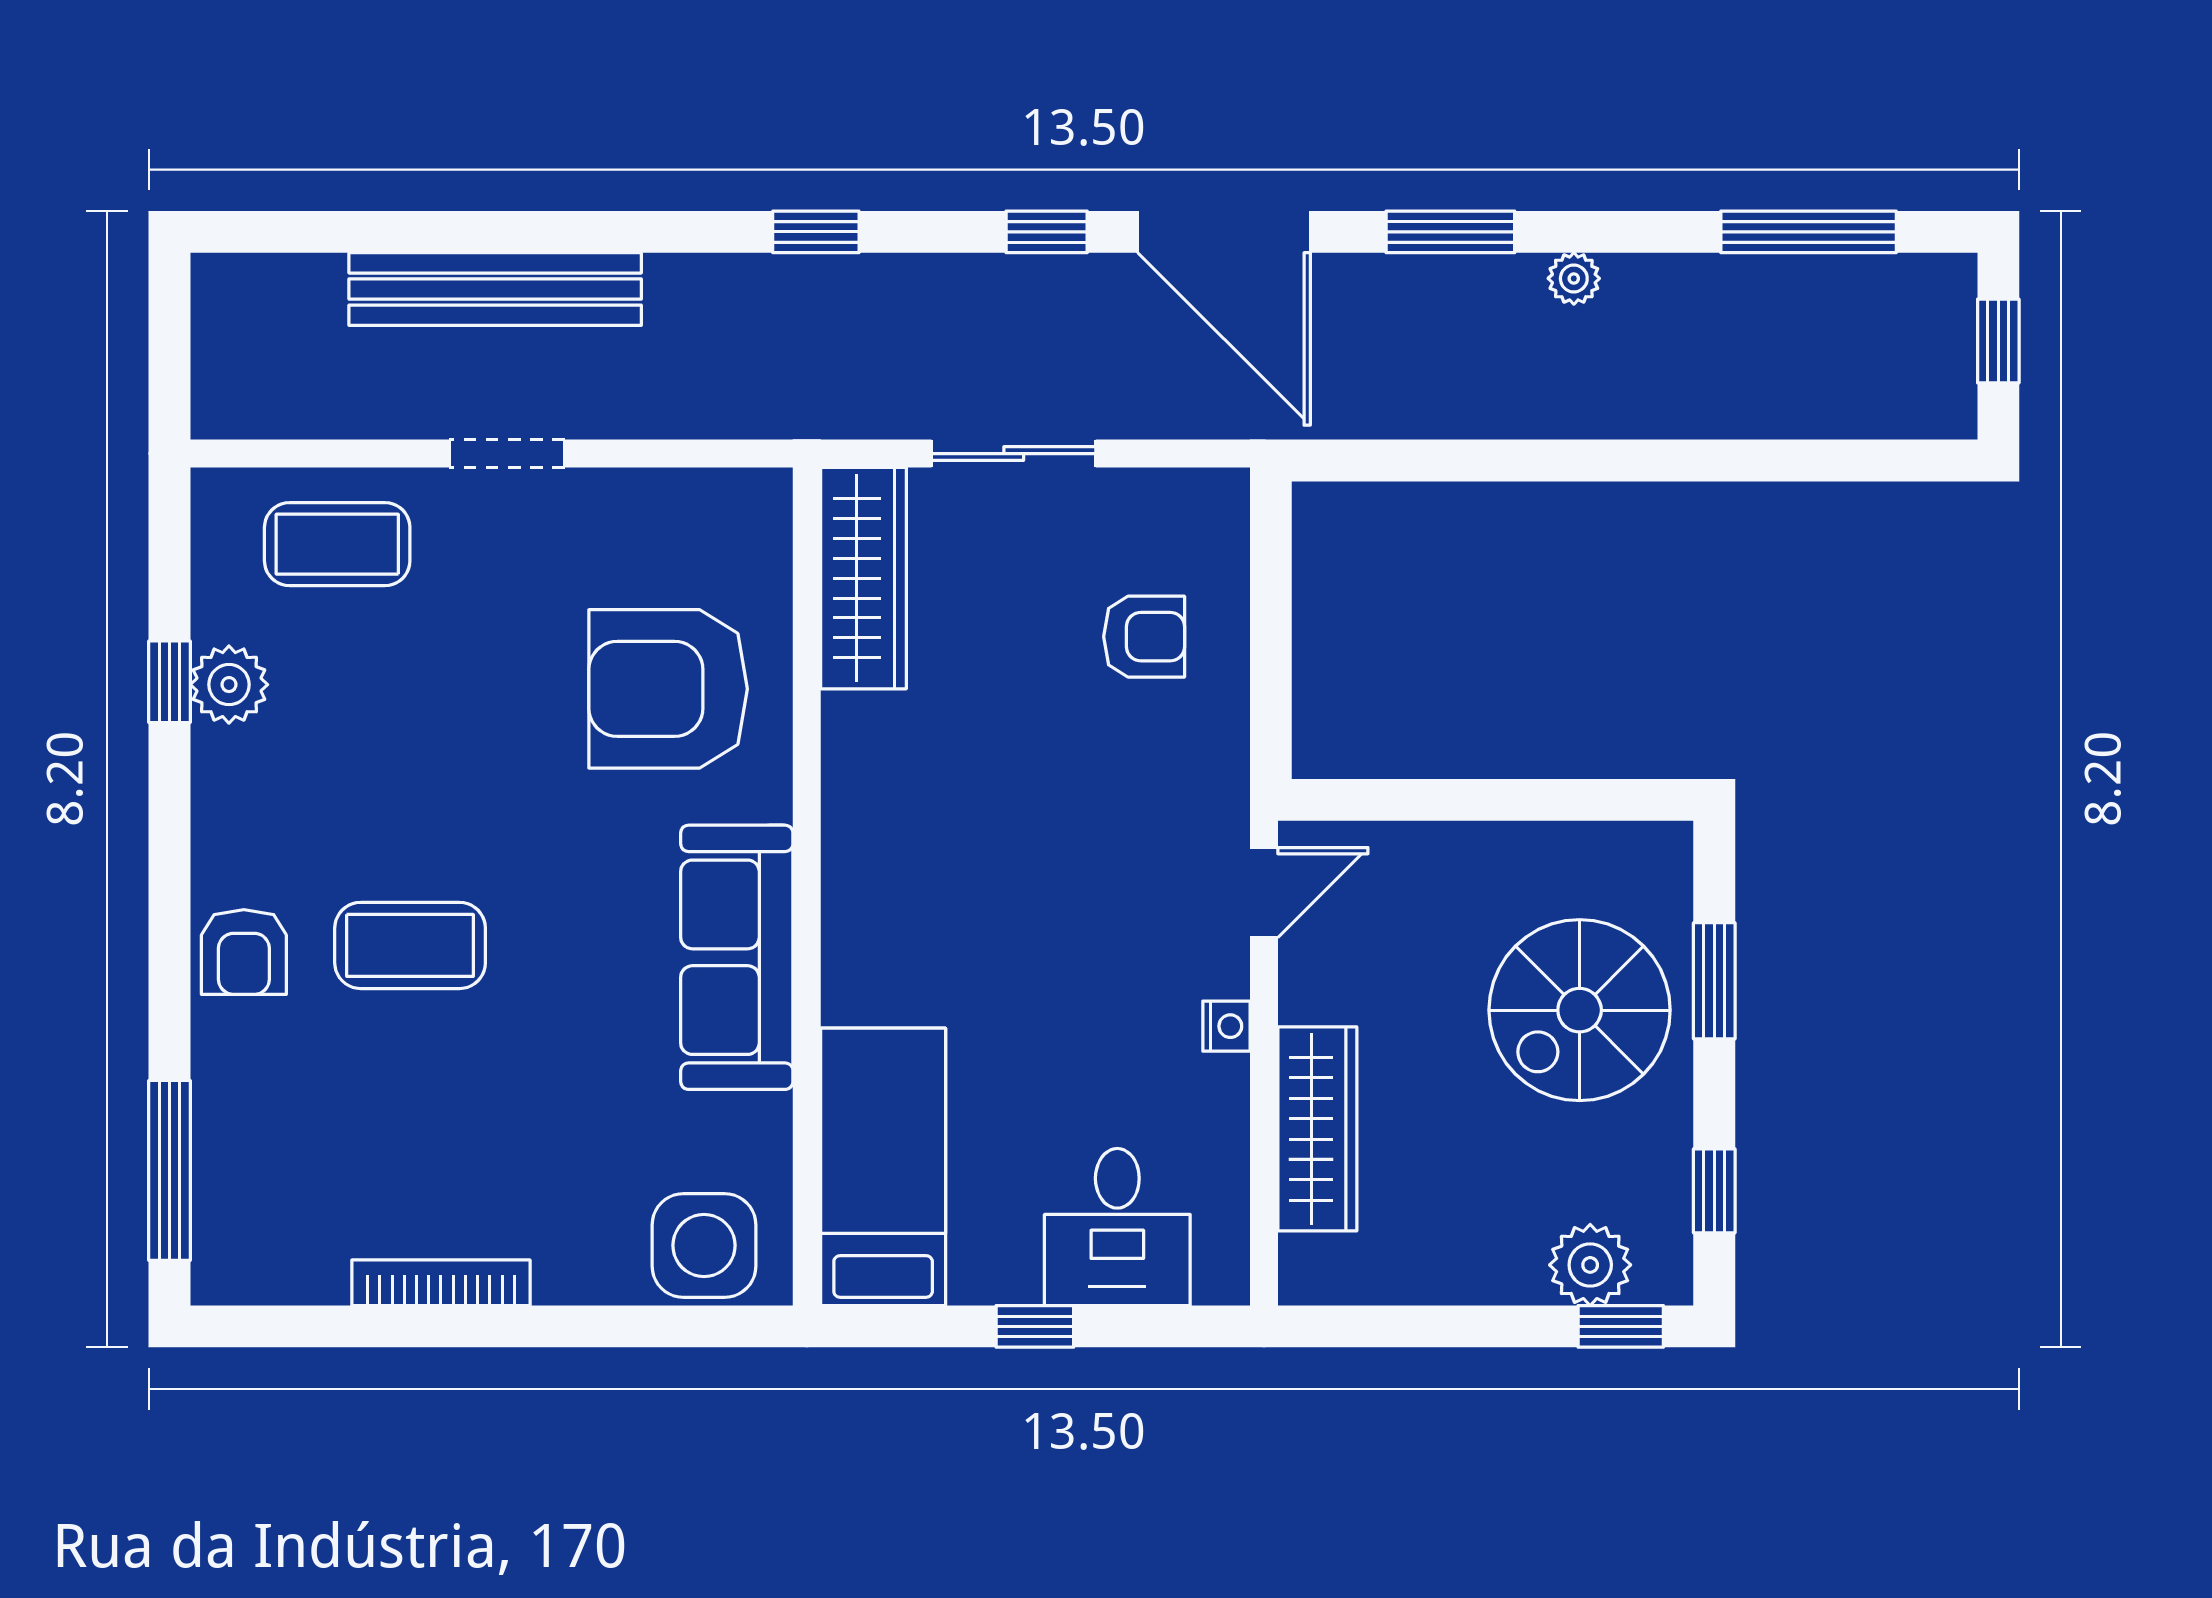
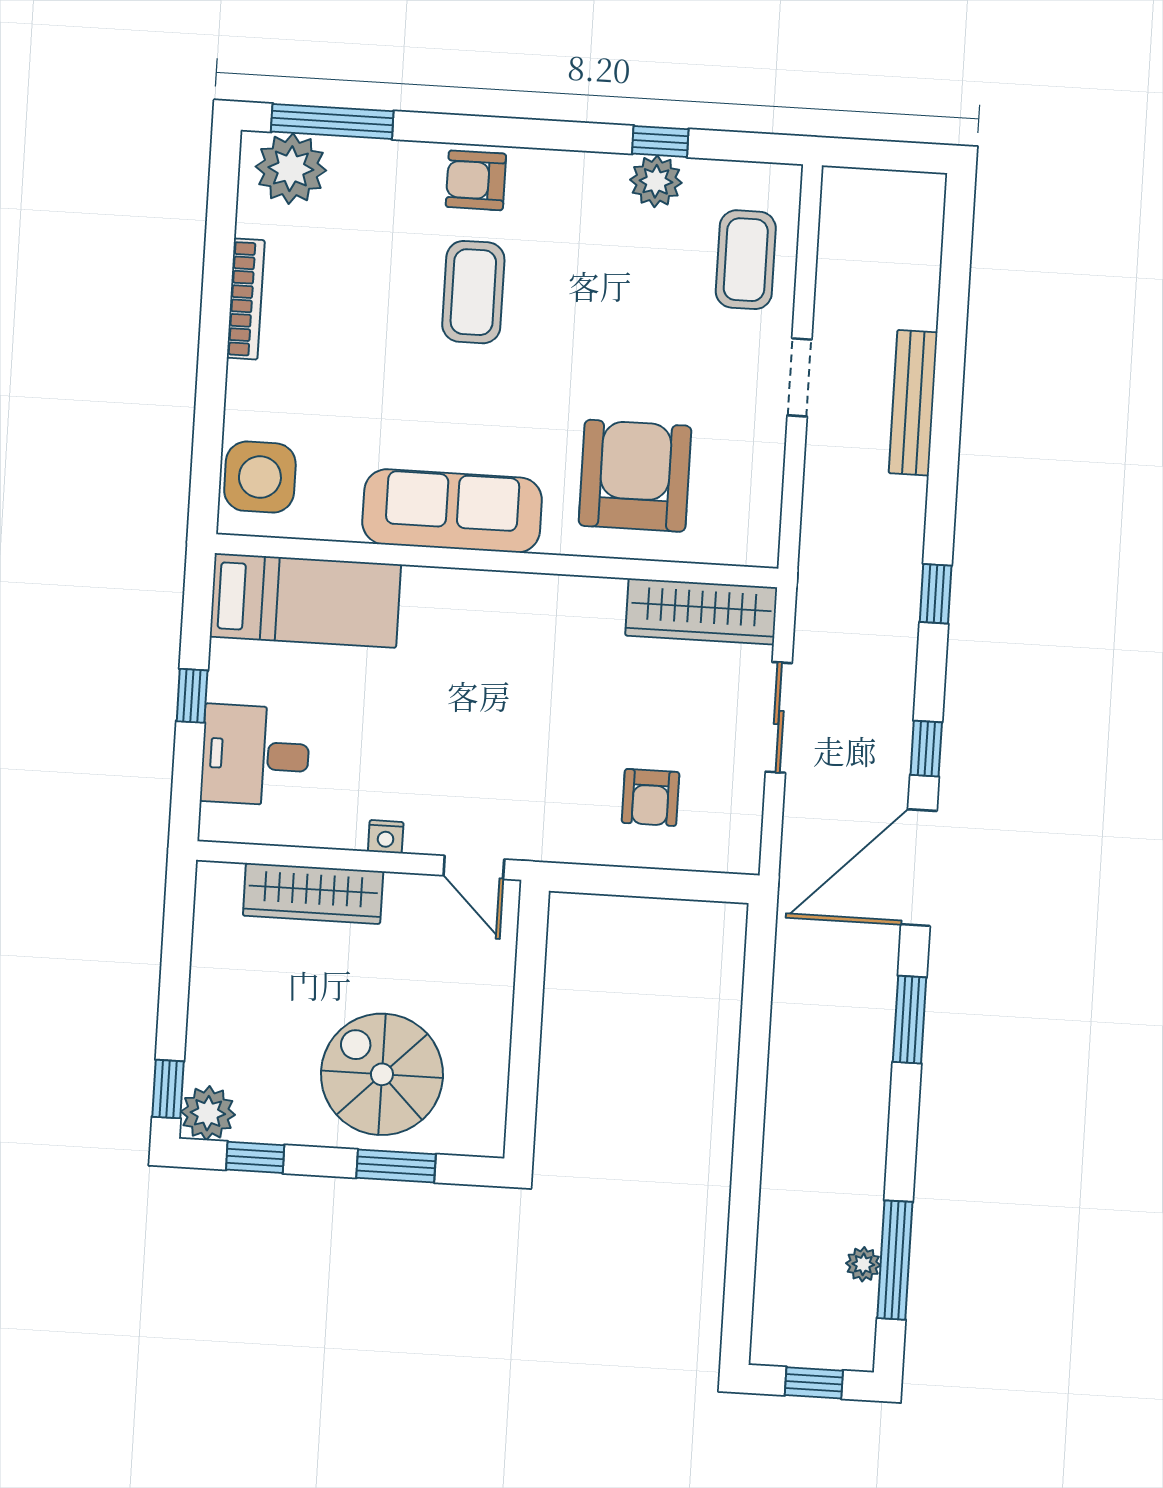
plant: (1574, 278) -> (863, 1264), moved
bench: (495, 289) -> (913, 403), width x0.73, depth x0.82
plant: (243, 1228) -> (291, 169), added
plant: (1590, 1265) -> (208, 1113), moved

